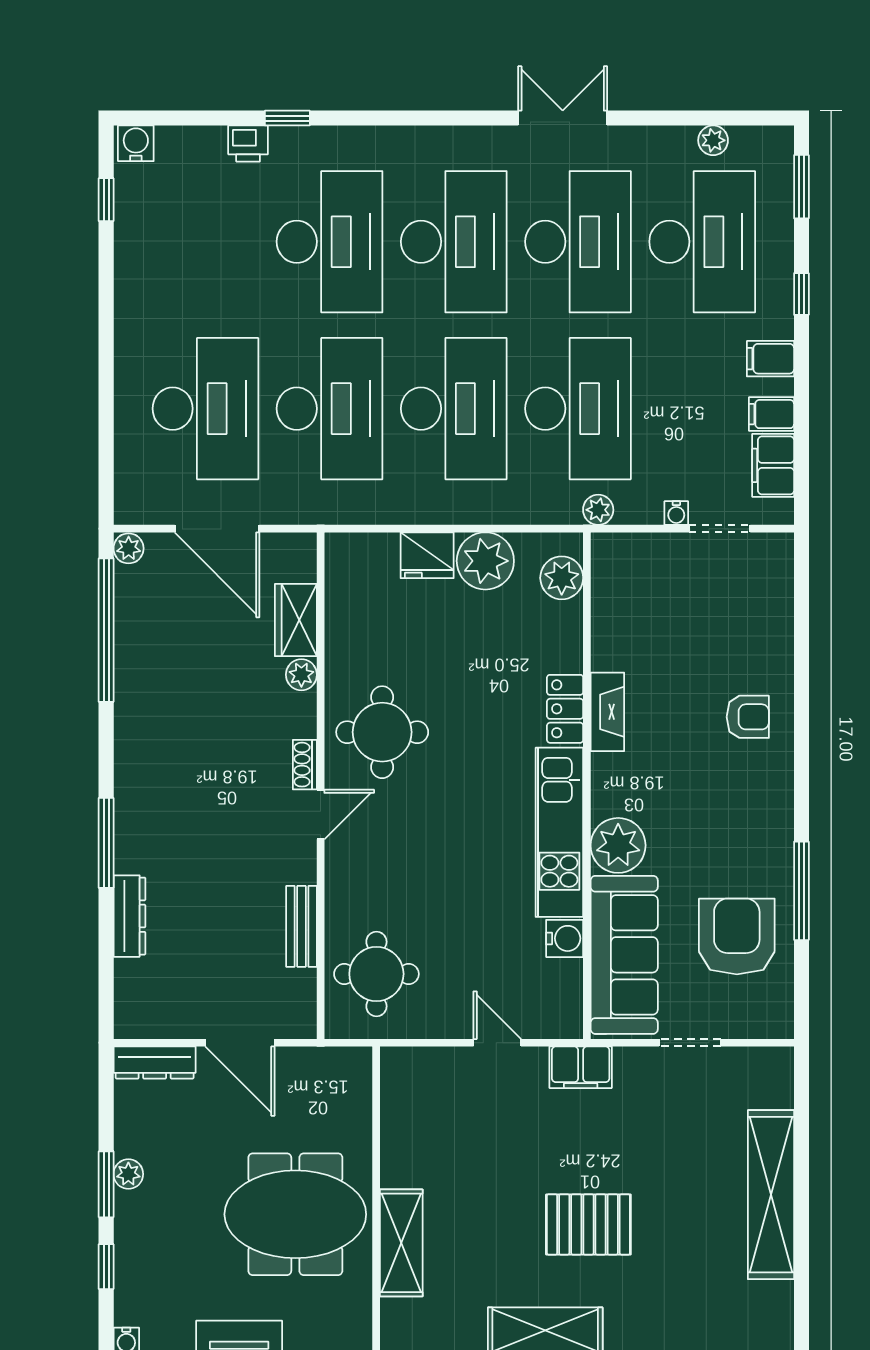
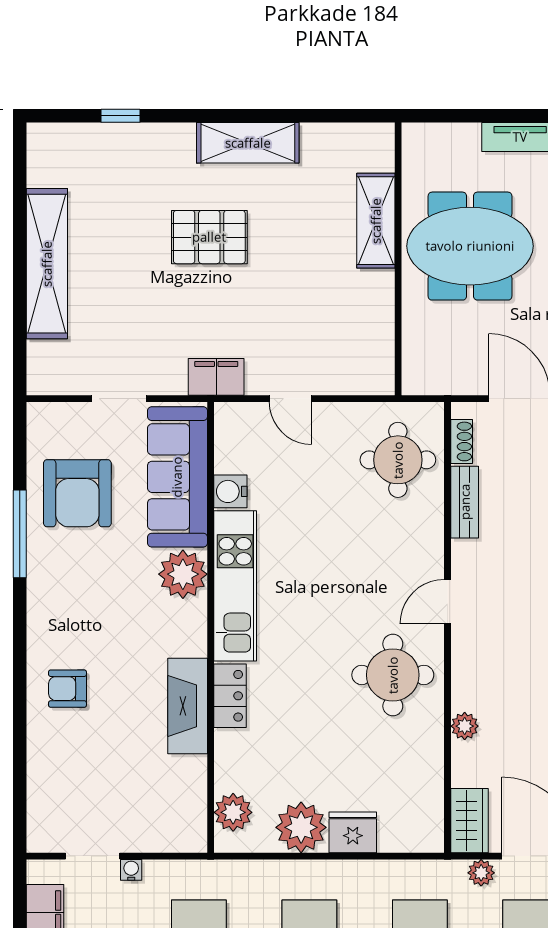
plant: (598, 510) -> (481, 873), moved
wardrobe: (296, 620) -> (469, 821), moved
fireplace: (607, 712) -> (188, 706), width x1.37, depth x1.32
shoe rack: (305, 765) -> (462, 441), moved

